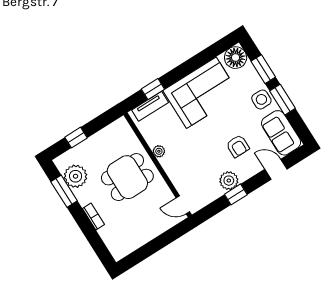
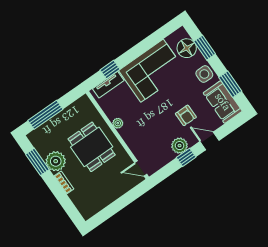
floor lamp: (236, 58) -> (187, 48), moved
window: (282, 100) -> (230, 84), moved
window: (76, 138) -> (45, 115), width x2.17
door: (276, 169) -> (210, 141), moved
plant: (76, 176) -> (56, 161), moved
dining table: (127, 177) -> (92, 147), turned 90

